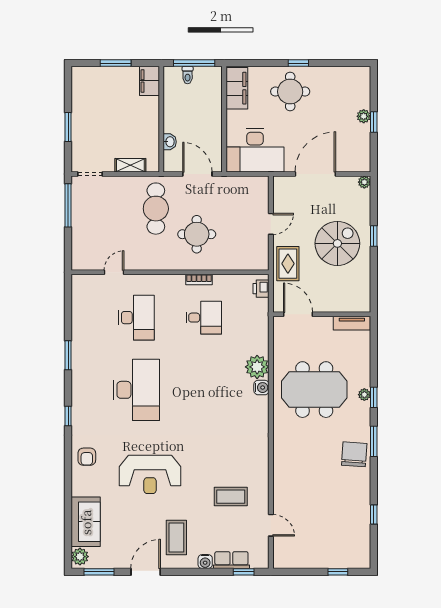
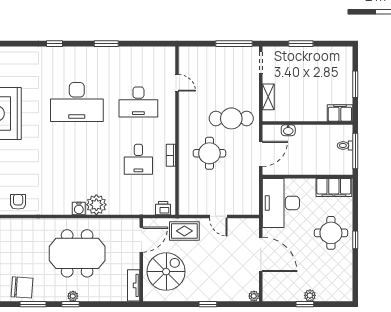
spiral stairs: (337, 243) -> (166, 272), moved, turned -90
meeting table: (314, 390) -> (77, 253), turned 90
armchair: (87, 457) -> (18, 202), moved, turned 90

